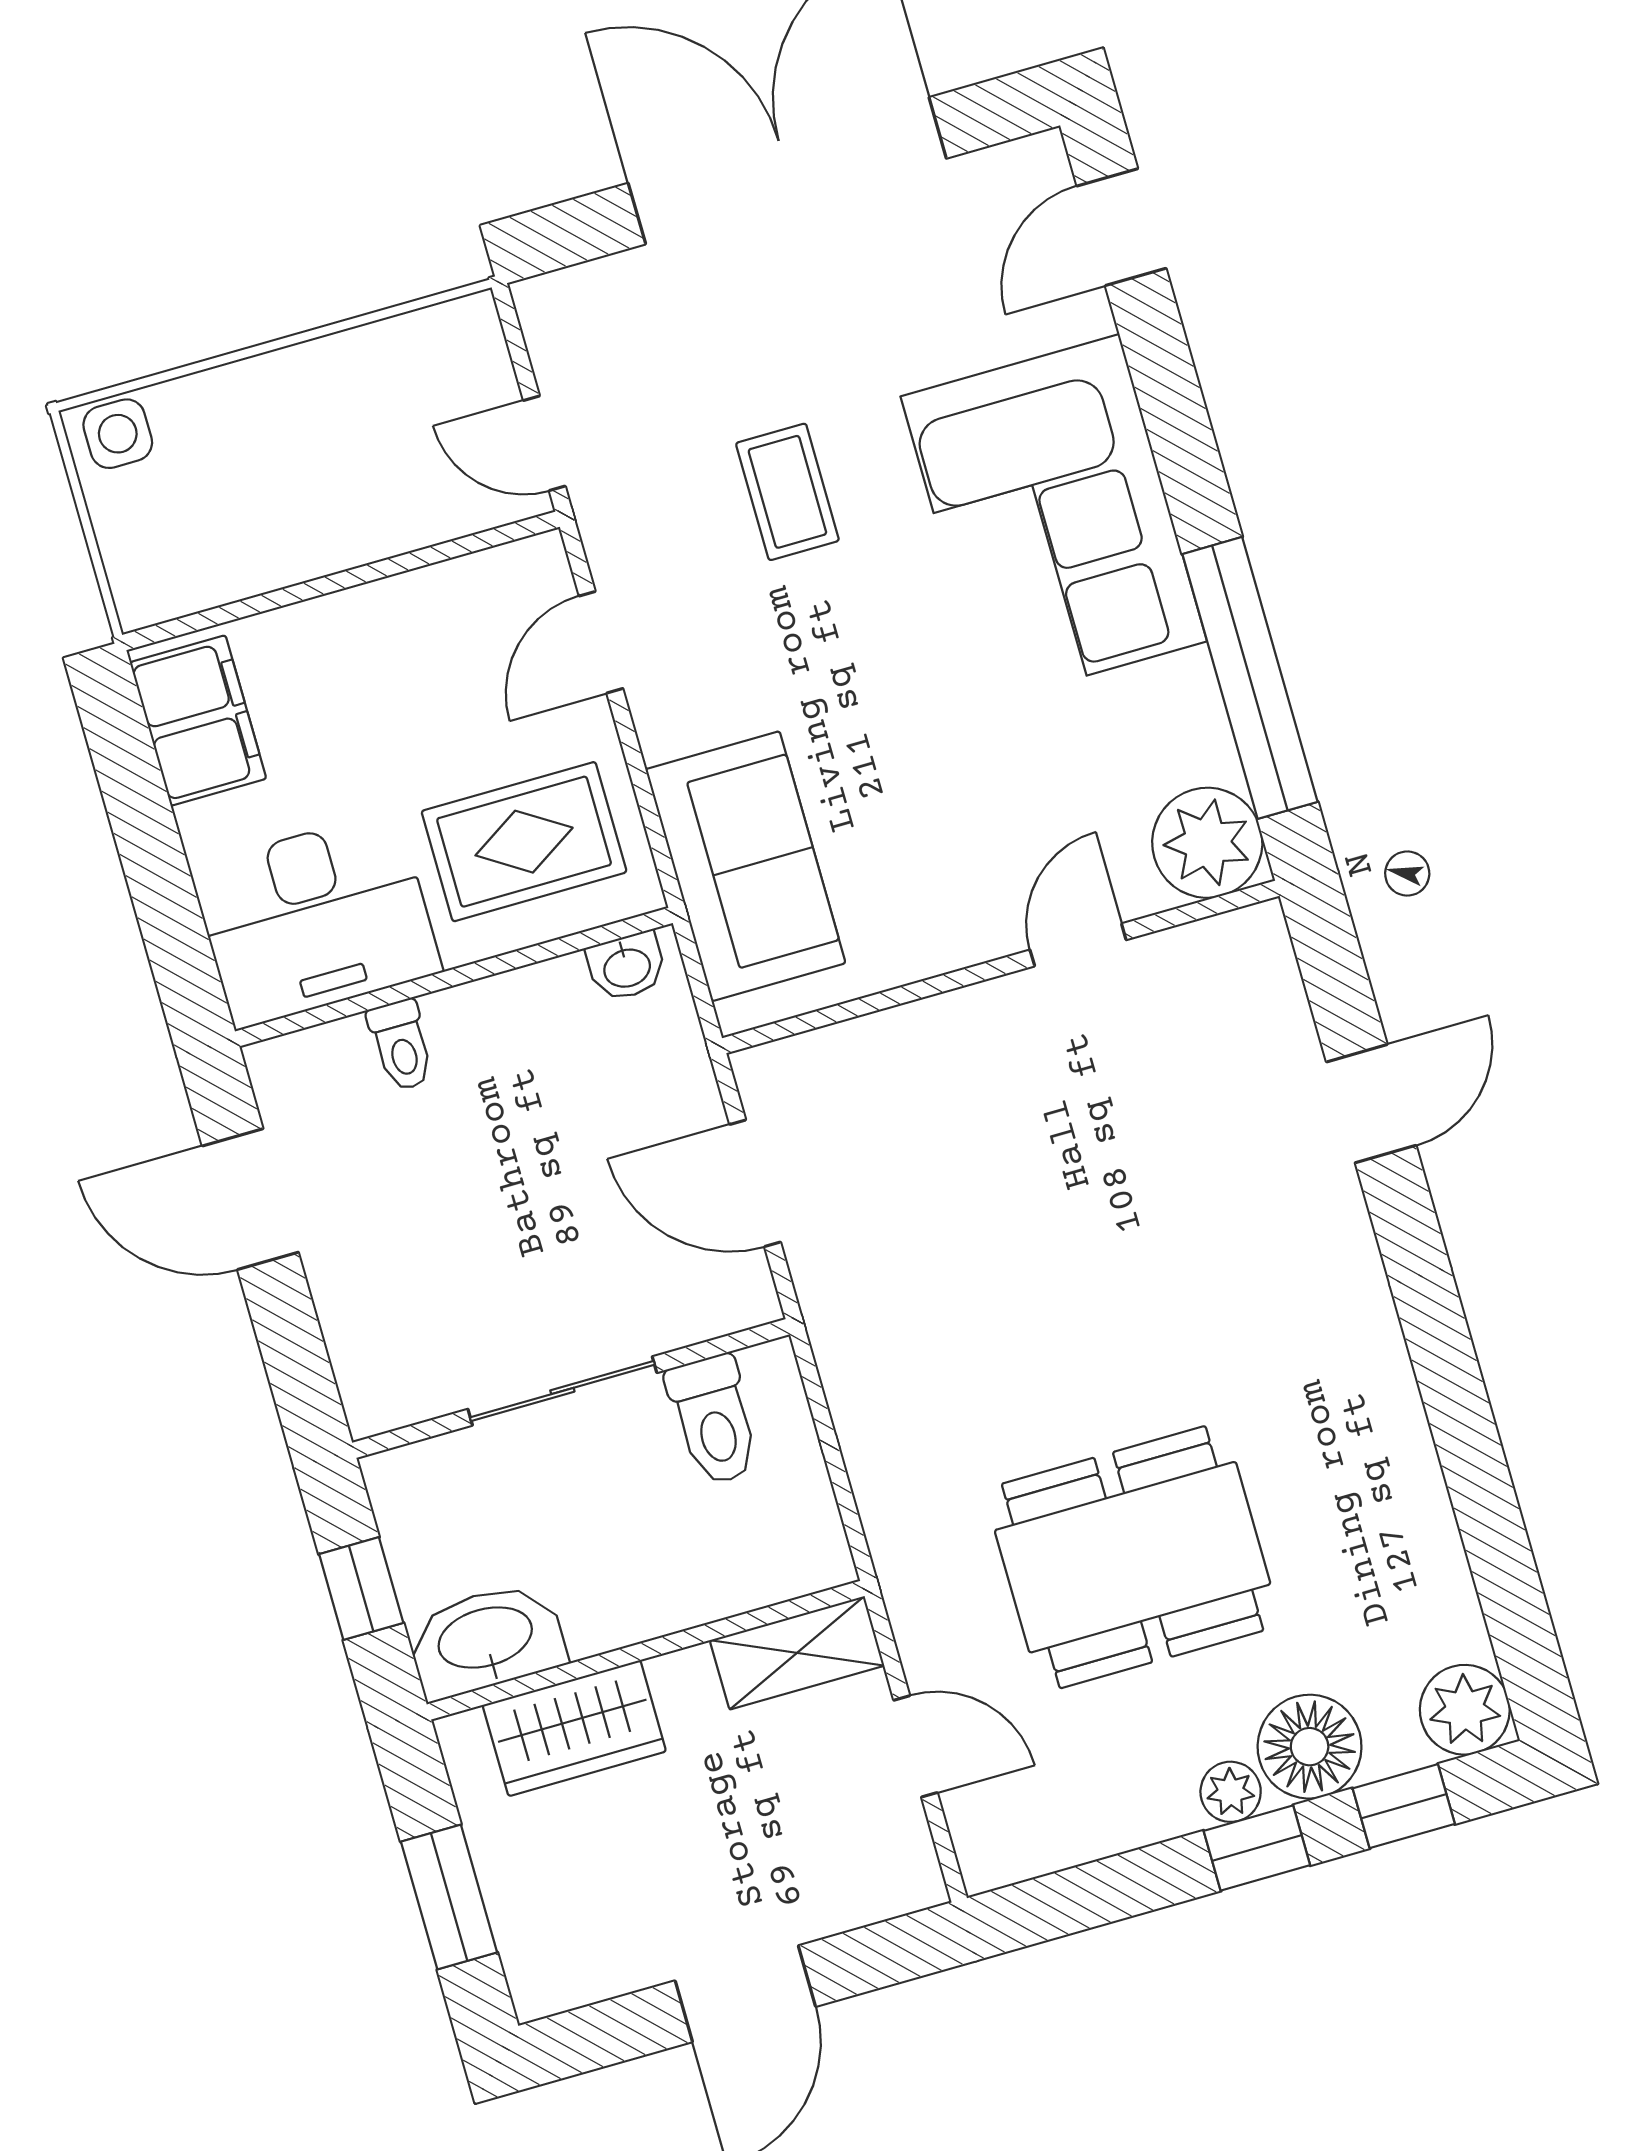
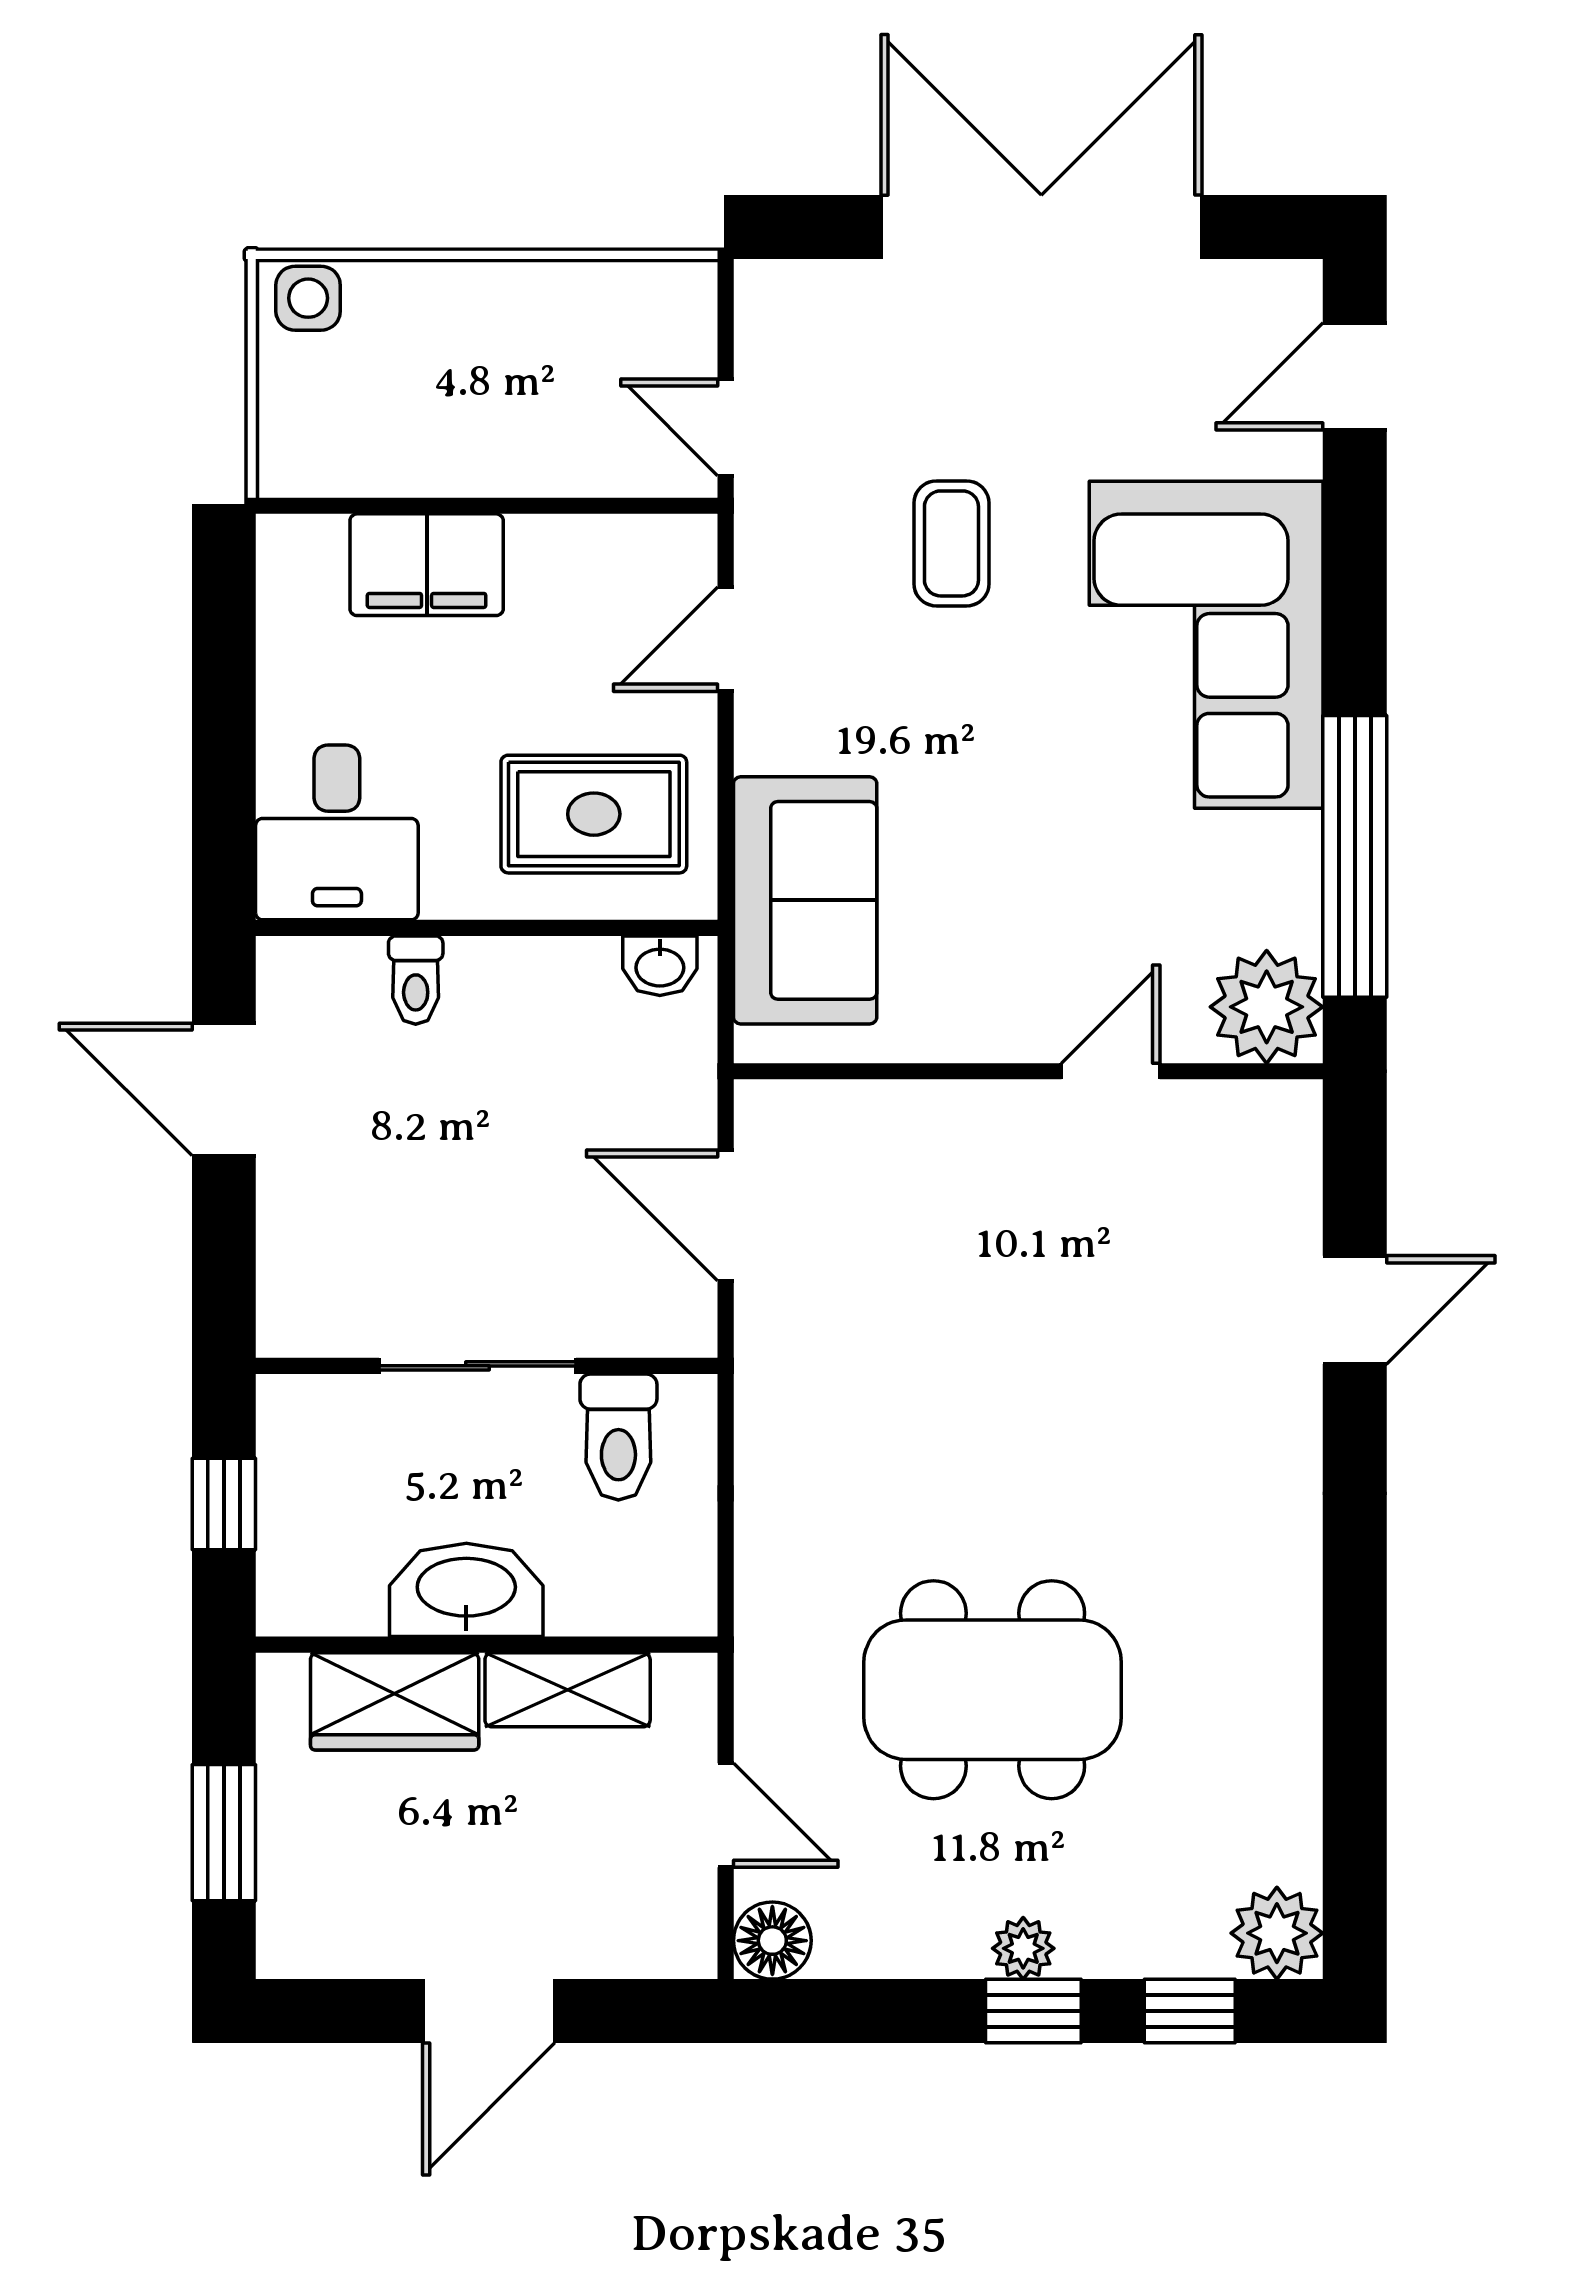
filing cabinet: (198, 721) -> (427, 565), moved, turned 90
desk: (316, 919) -> (337, 832), width x0.73
washbasin: (486, 1640) -> (466, 1590), moved
shelving: (797, 1653) -> (568, 1690), moved
floor lamp: (1310, 1747) -> (772, 1941), moved, width x0.73, depth x0.73

